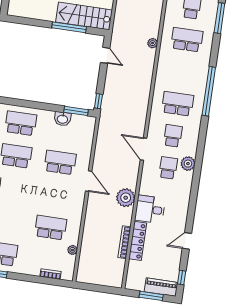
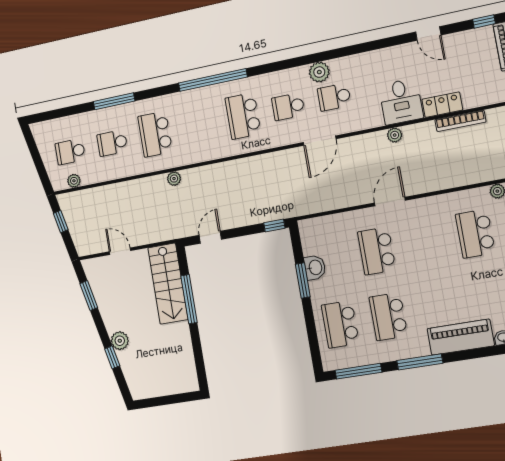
window: (76, 111) -> (303, 280), moved
plant: (126, 198) -> (395, 135), width x0.53, depth x0.53
locker: (138, 241) -> (442, 105), width x0.66

